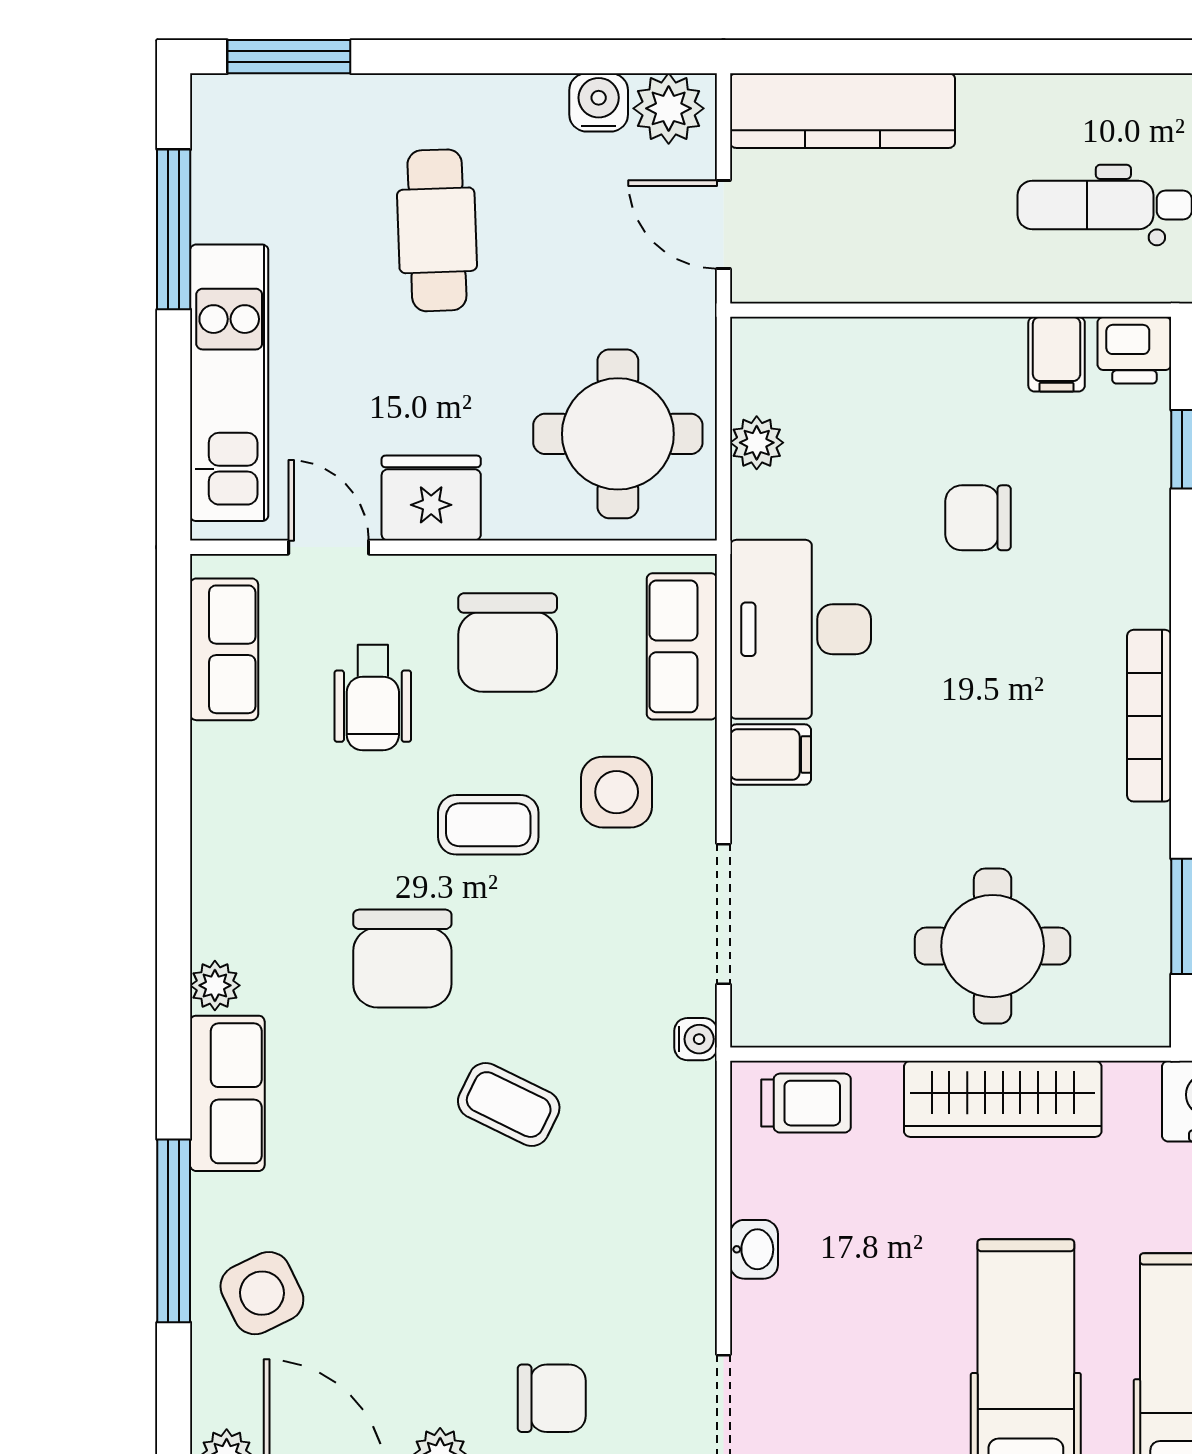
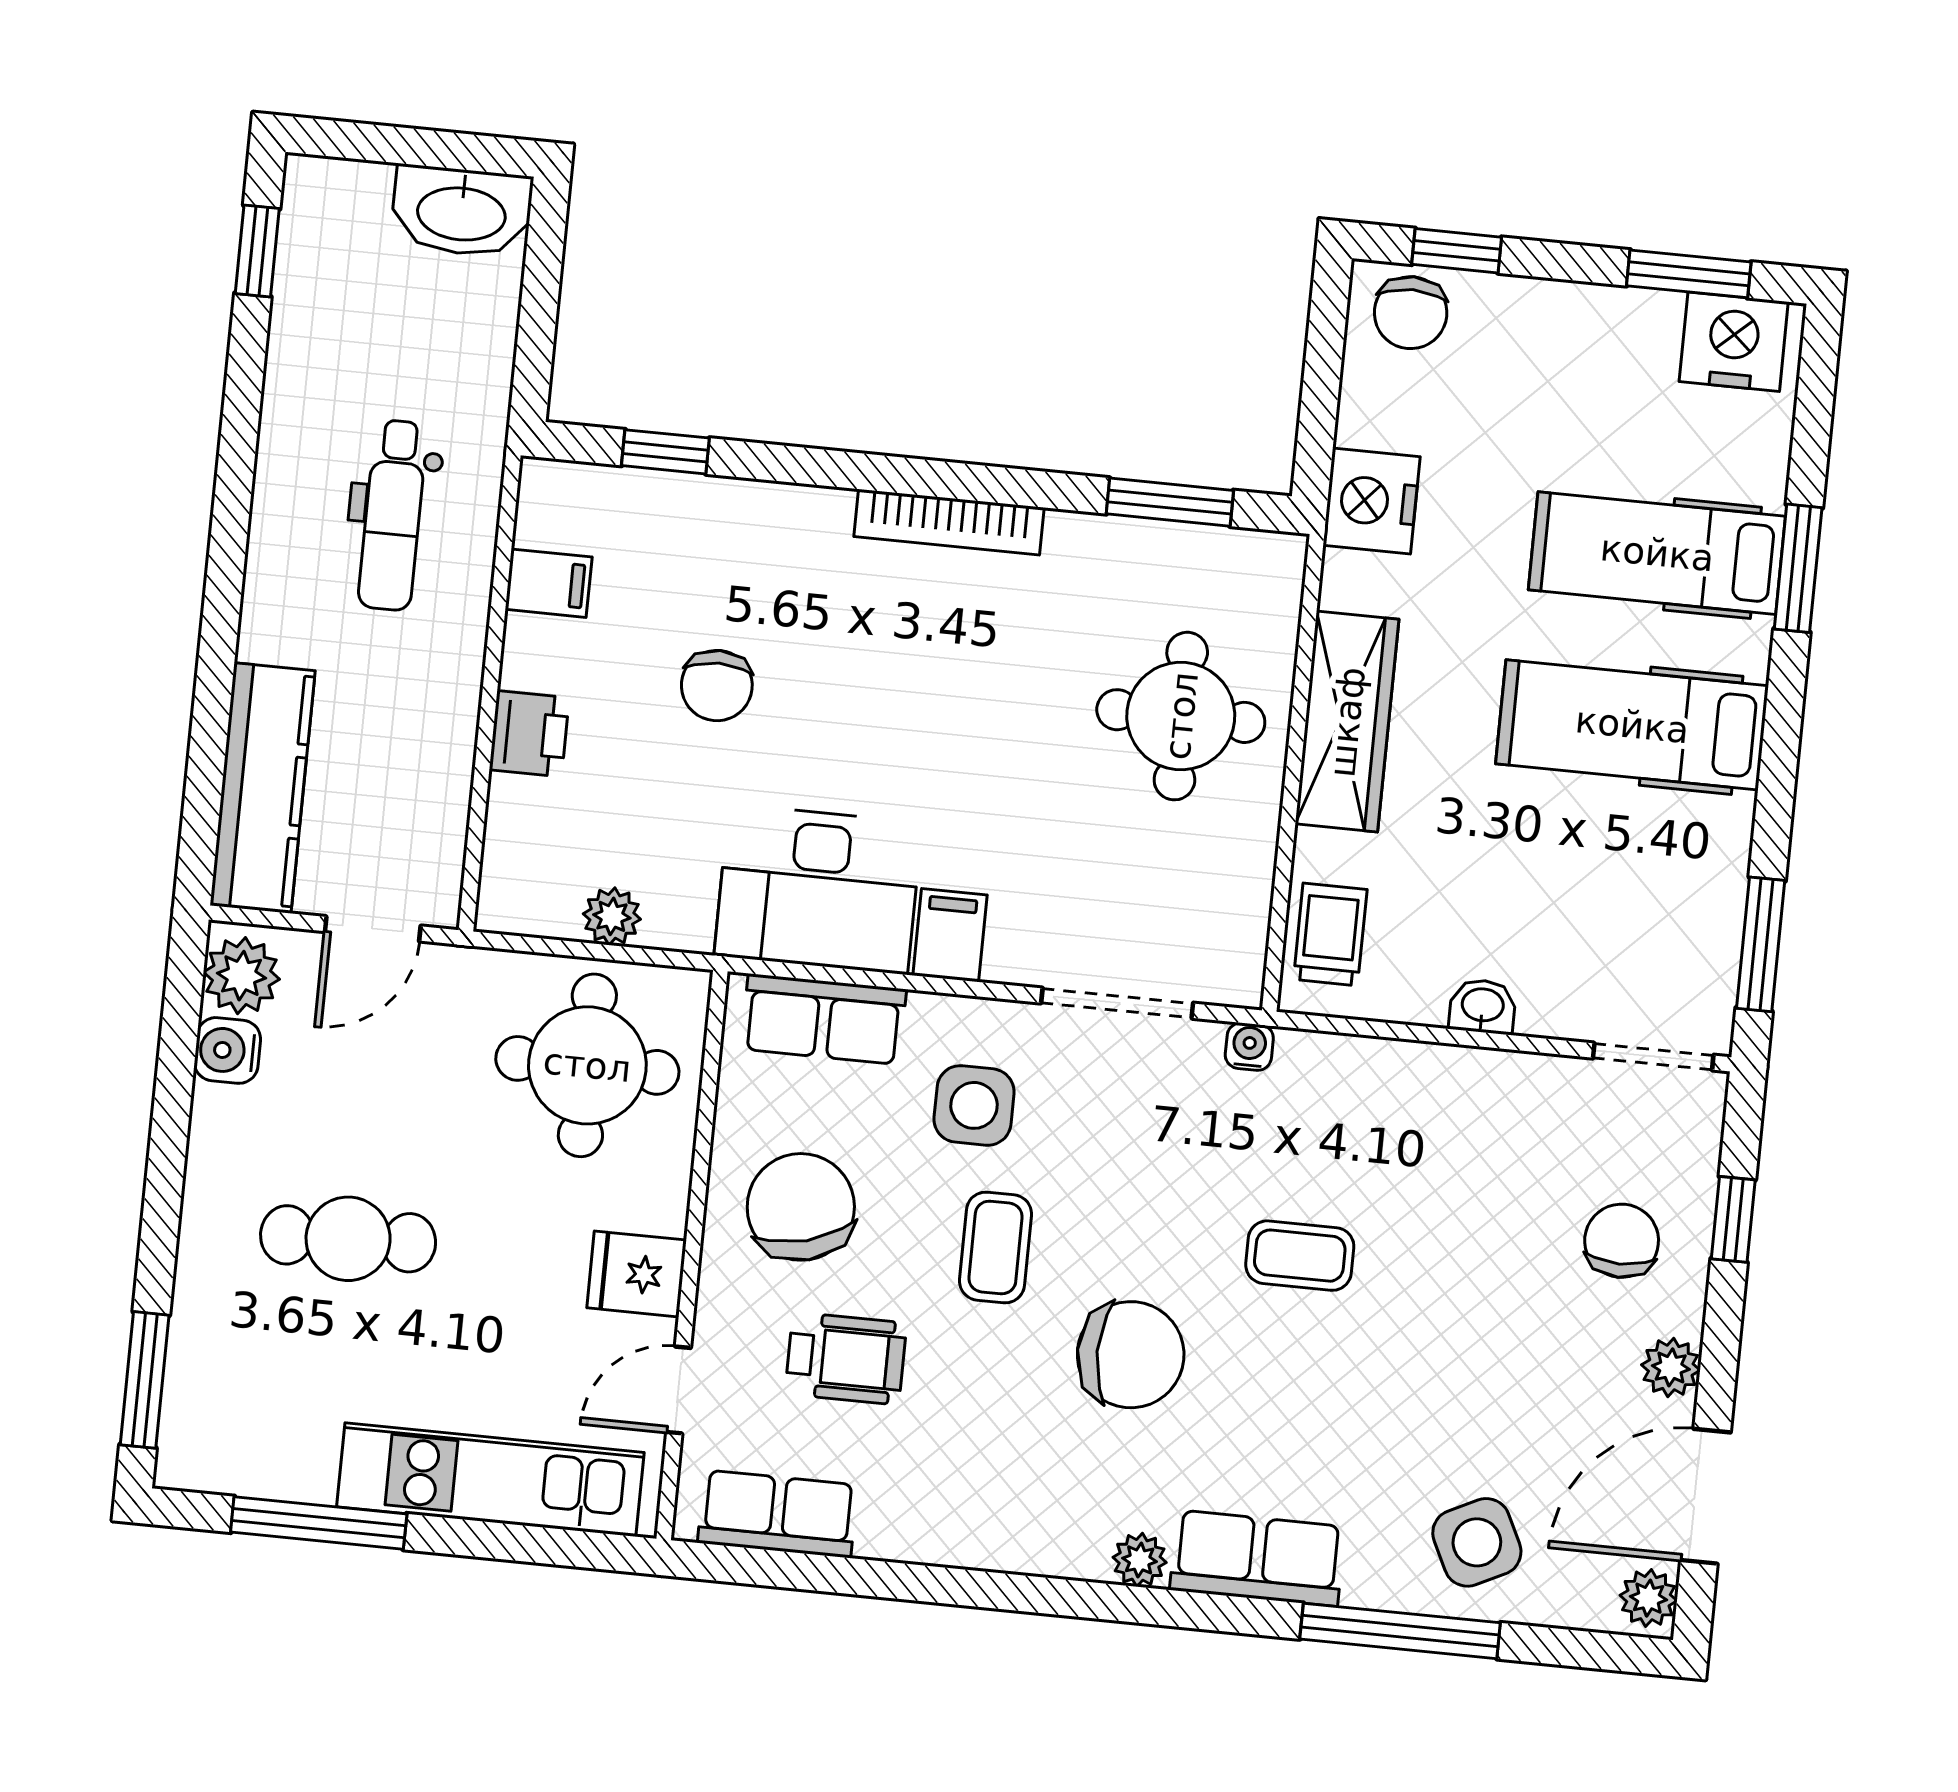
printer: (1134, 350) -> (529, 734), moved
fridge: (431, 498) -> (637, 1274), width x0.72
chair: (508, 643) -> (801, 1207), turned -105
coffee table: (509, 1105) -> (1300, 1256), turned 64

